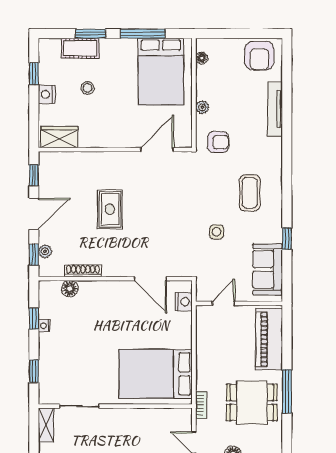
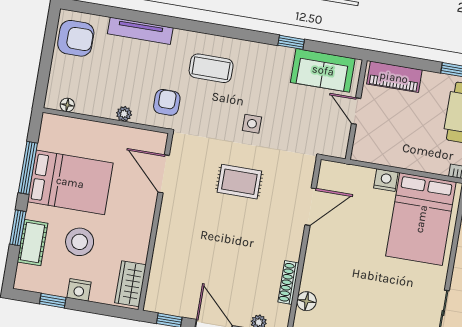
bed: (161, 72) -> (70, 182), moved
stool: (88, 88) -> (80, 242), width x1.89, depth x1.89
coffee table: (250, 193) -> (211, 68), moved
rug: (110, 209) -> (239, 182), moved
side table: (217, 232) -> (252, 124), moved
nightstand: (184, 302) -> (386, 180), moved
door: (223, 303) -> (356, 111), moved
piano: (269, 339) -> (394, 77), width x0.73, depth x0.75

